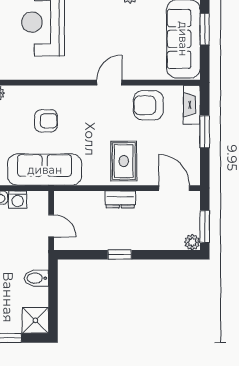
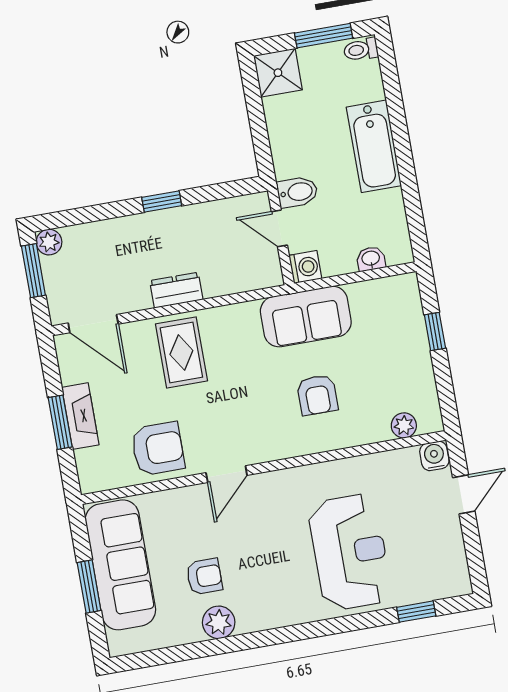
armchair: (134, 23) -> (204, 576), added
fireplace: (192, 105) -> (80, 416), moved
armchair: (46, 121) -> (317, 395), turned -90
sofa: (45, 170) -> (306, 317), width x0.73
washing machine: (18, 200) -> (305, 267), moved, turned 90
bidet: (36, 278) -> (297, 192), moved

